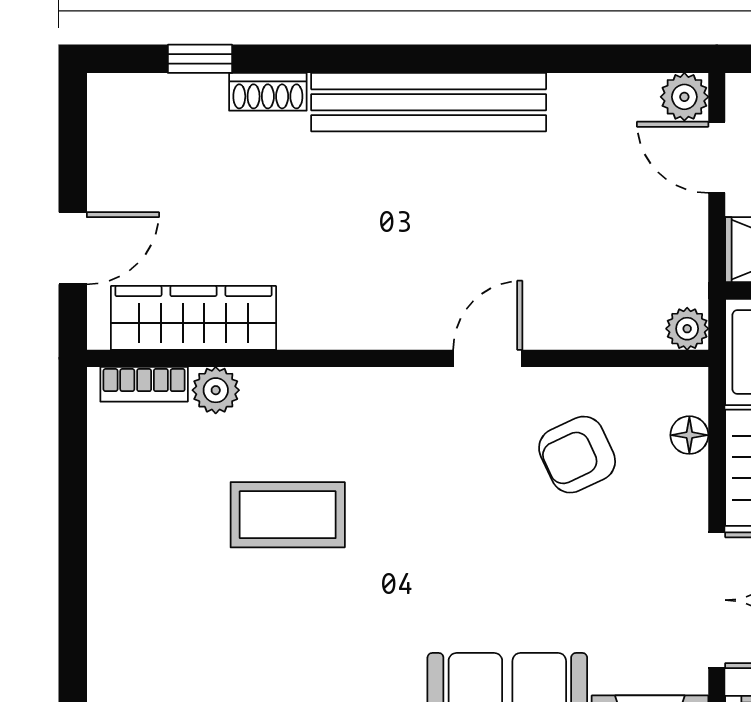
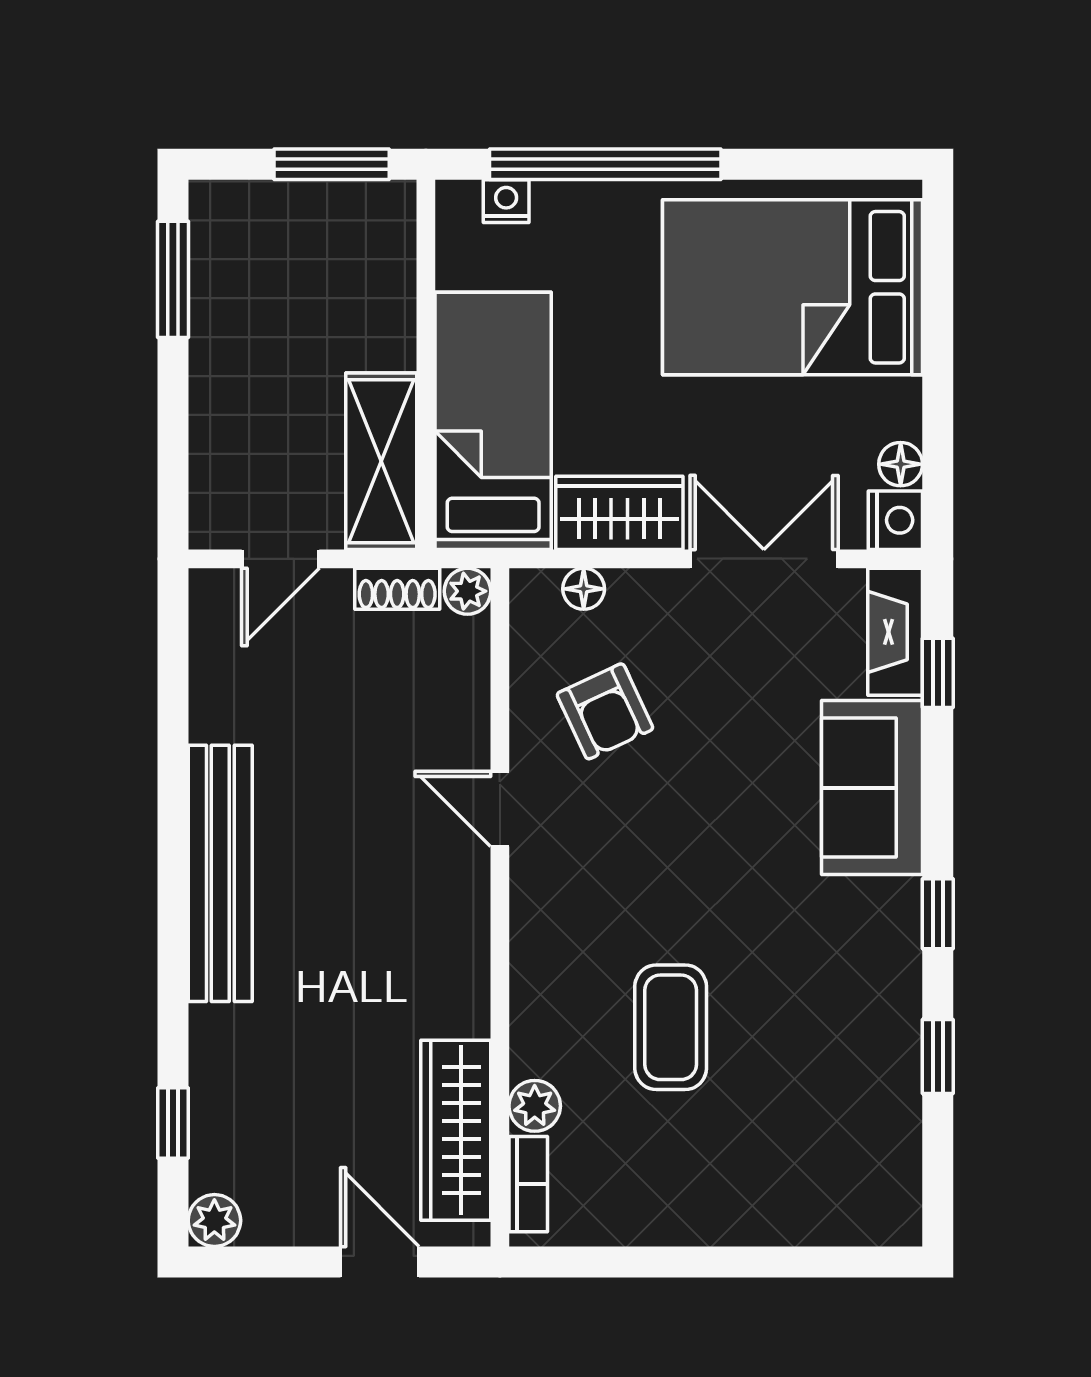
shoe rack: (268, 92) -> (397, 589), moved, turned 90
plant: (684, 97) -> (214, 1221), moved

